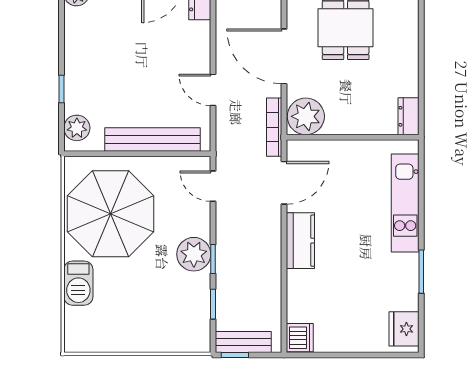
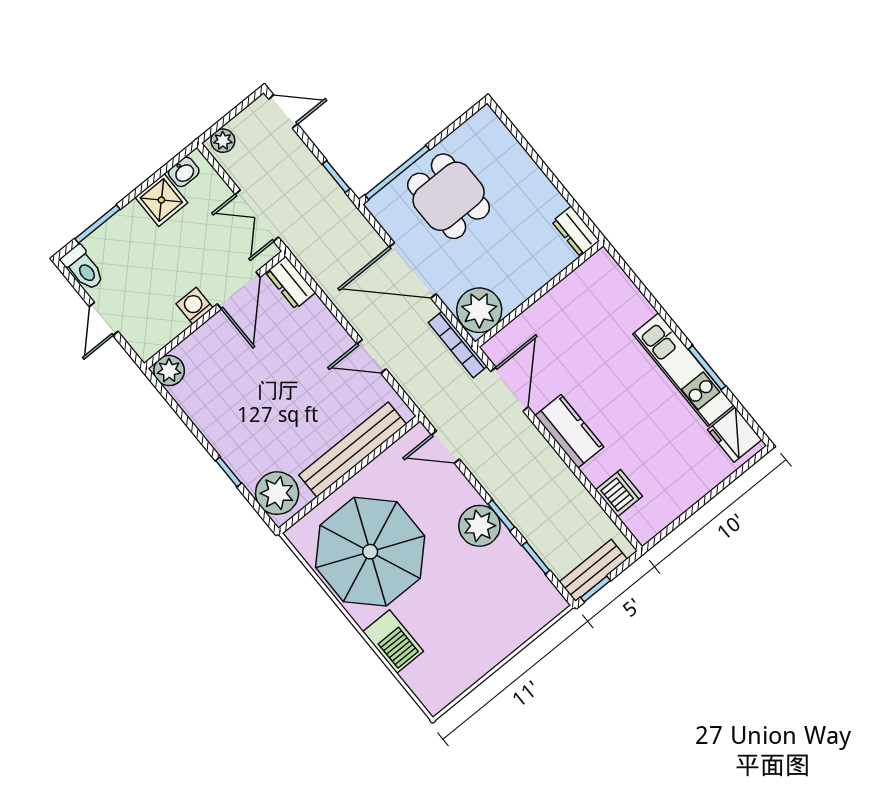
plant: (77, 128) -> (277, 493), width x1.36, depth x1.36
kitchen unit: (405, 203) -> (683, 370), moved
dishwasher: (300, 338) -> (619, 493), moved

